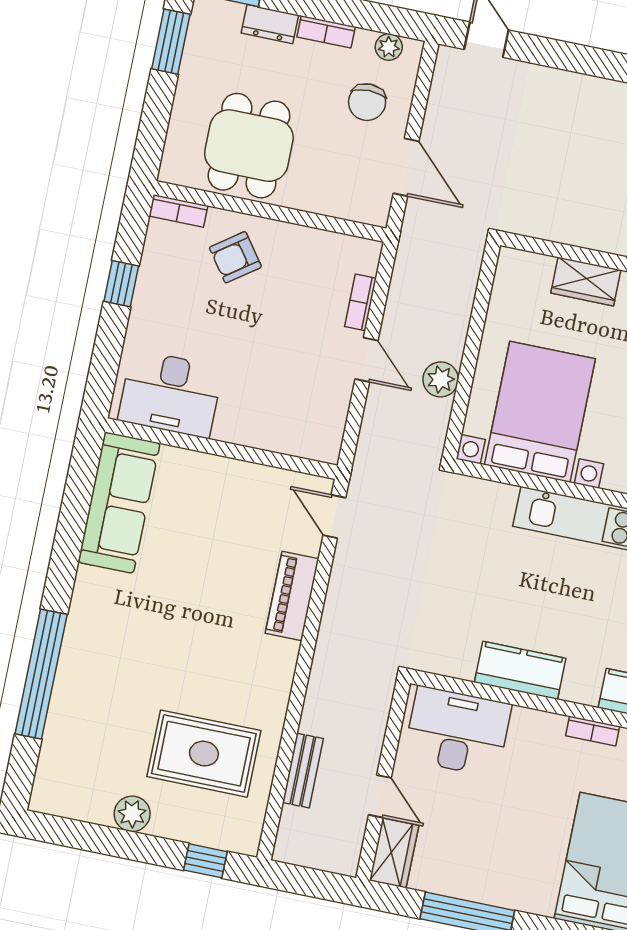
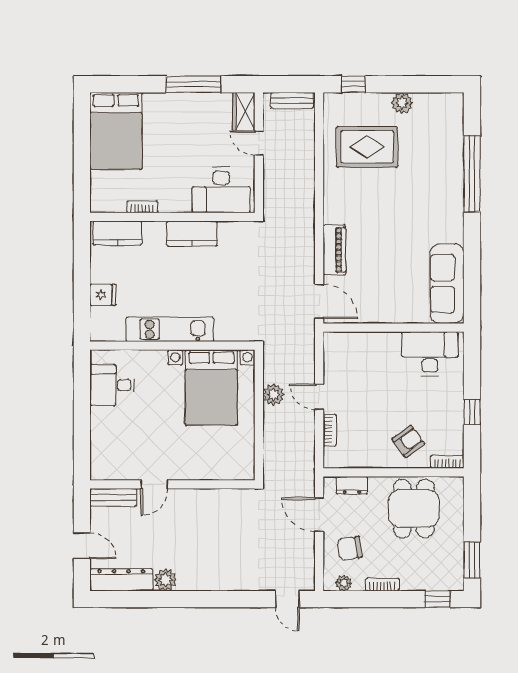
dresser: (270, 24) -> (352, 485), moved, turned 180
chair: (367, 102) -> (350, 548), turned -97
wardrobe: (586, 282) -> (200, 469), removed
door: (334, 517) -> (319, 301), width x1.37
bench: (303, 771) -> (292, 100), moved, turned 90

